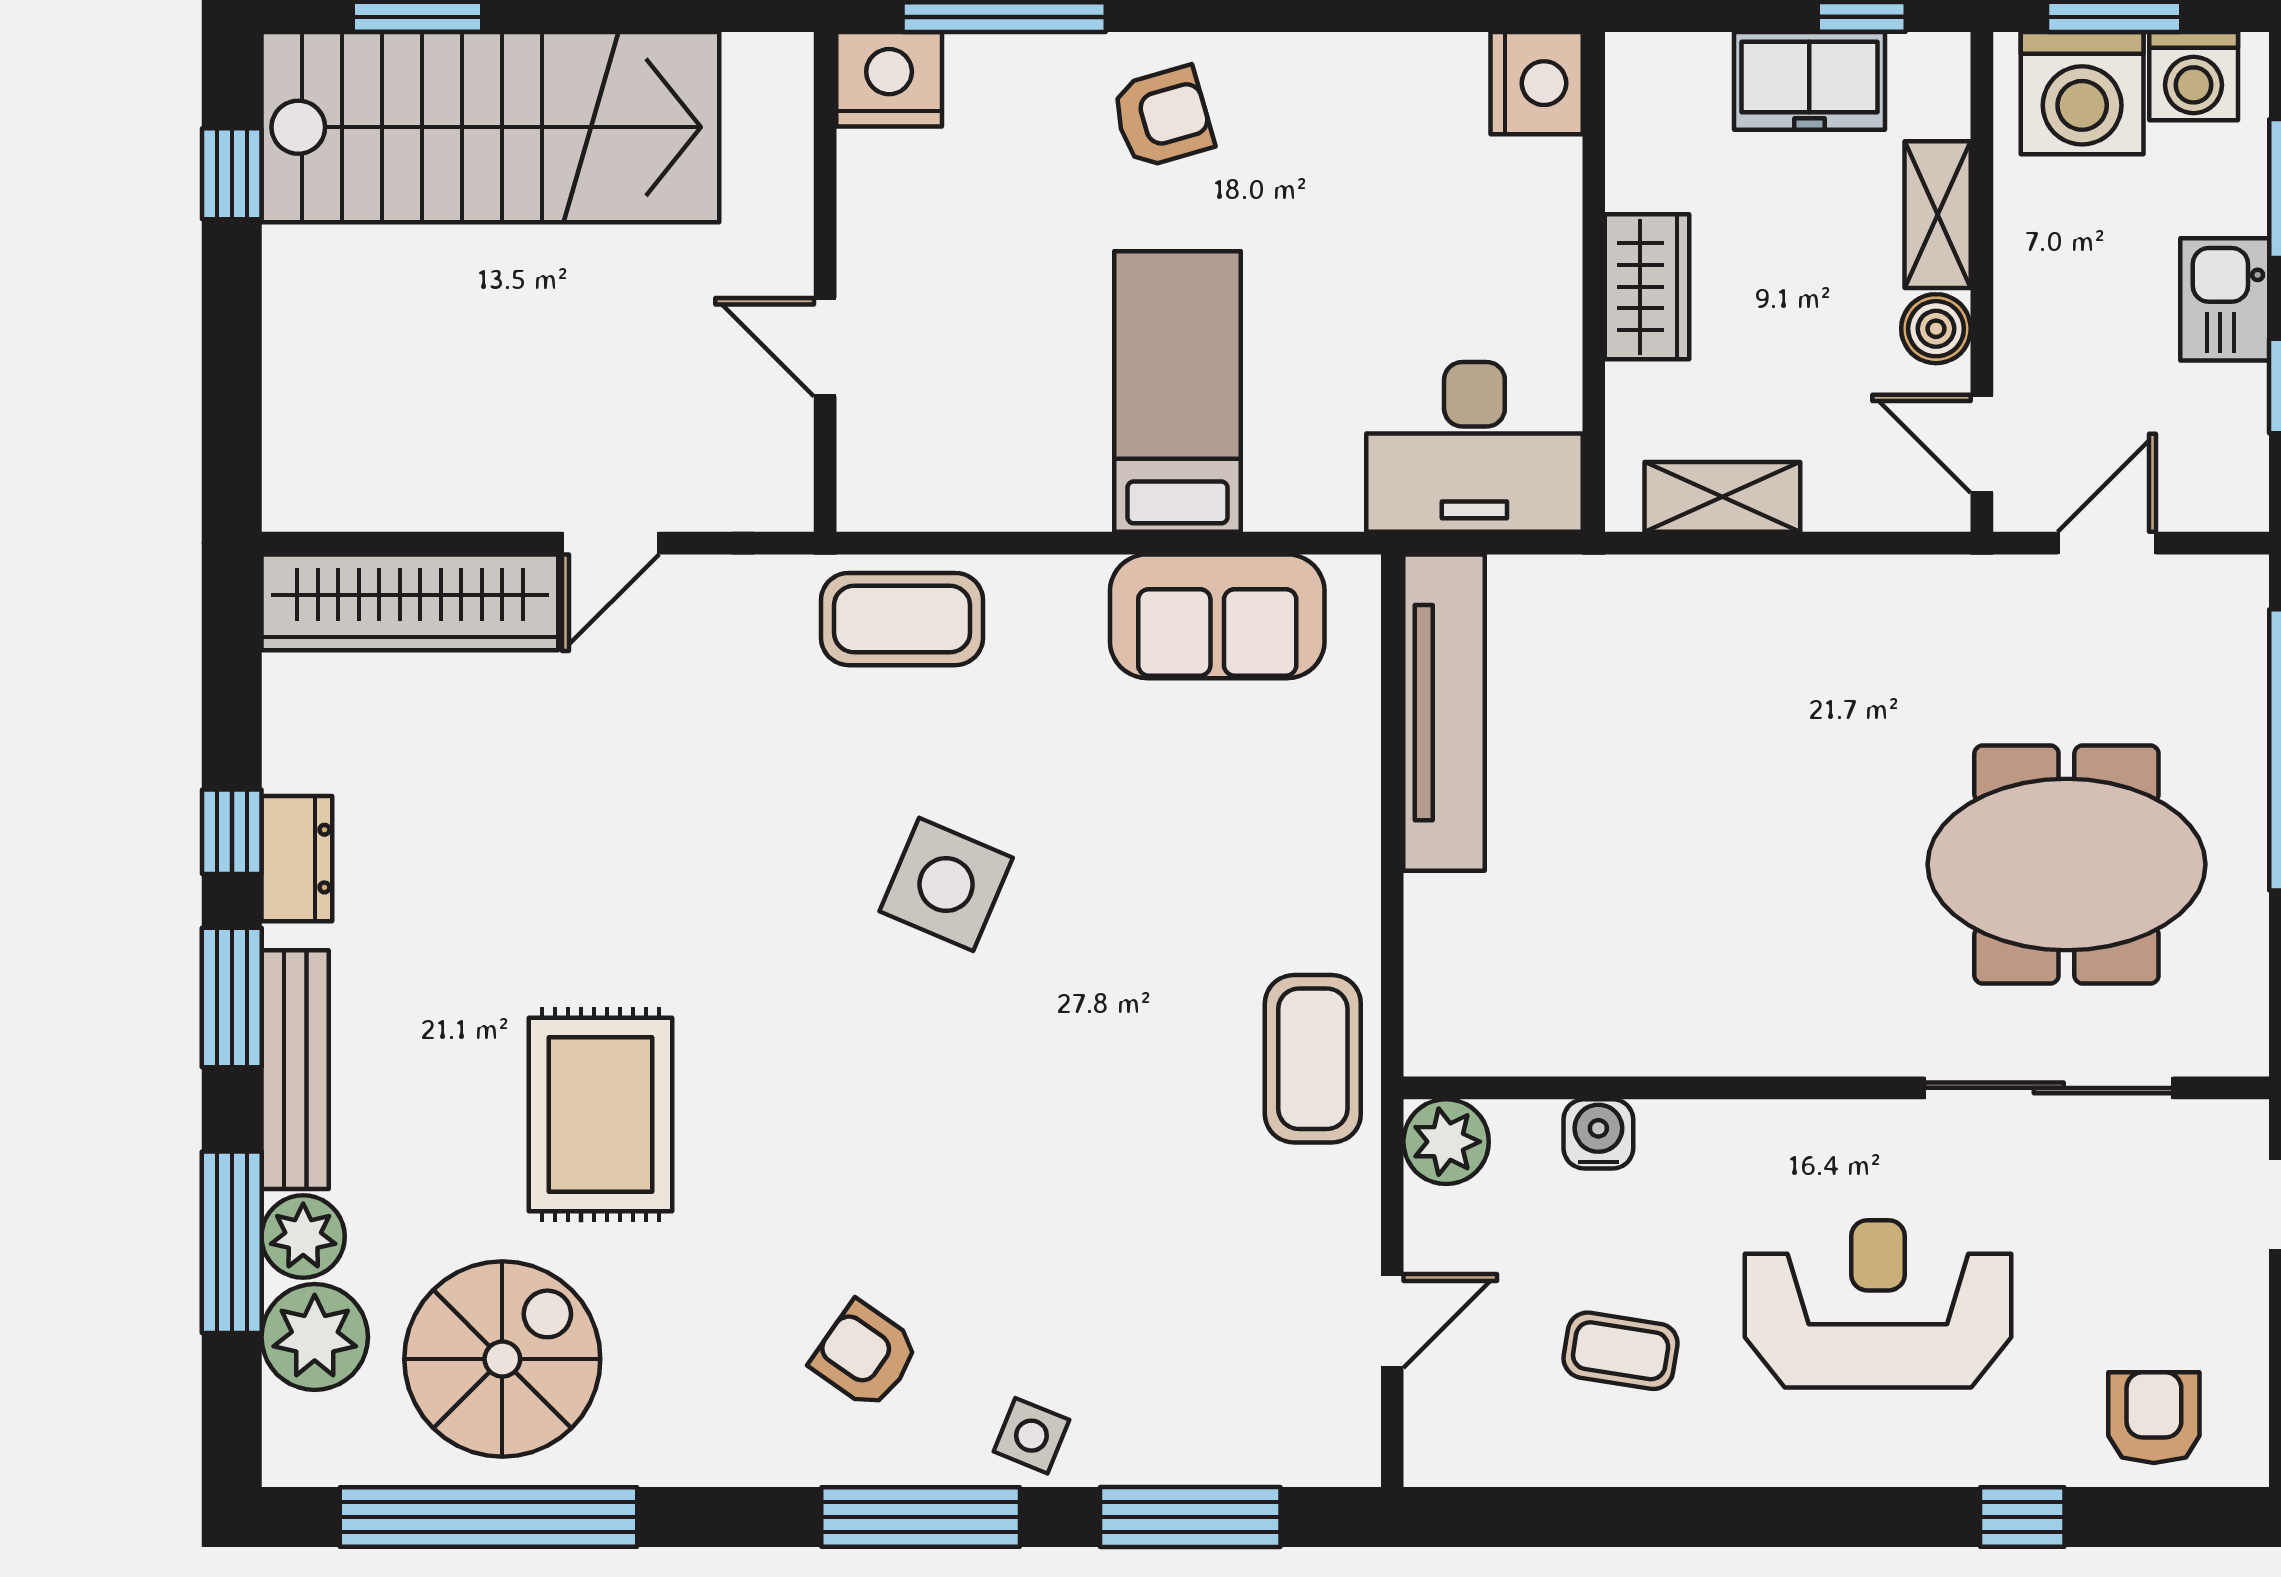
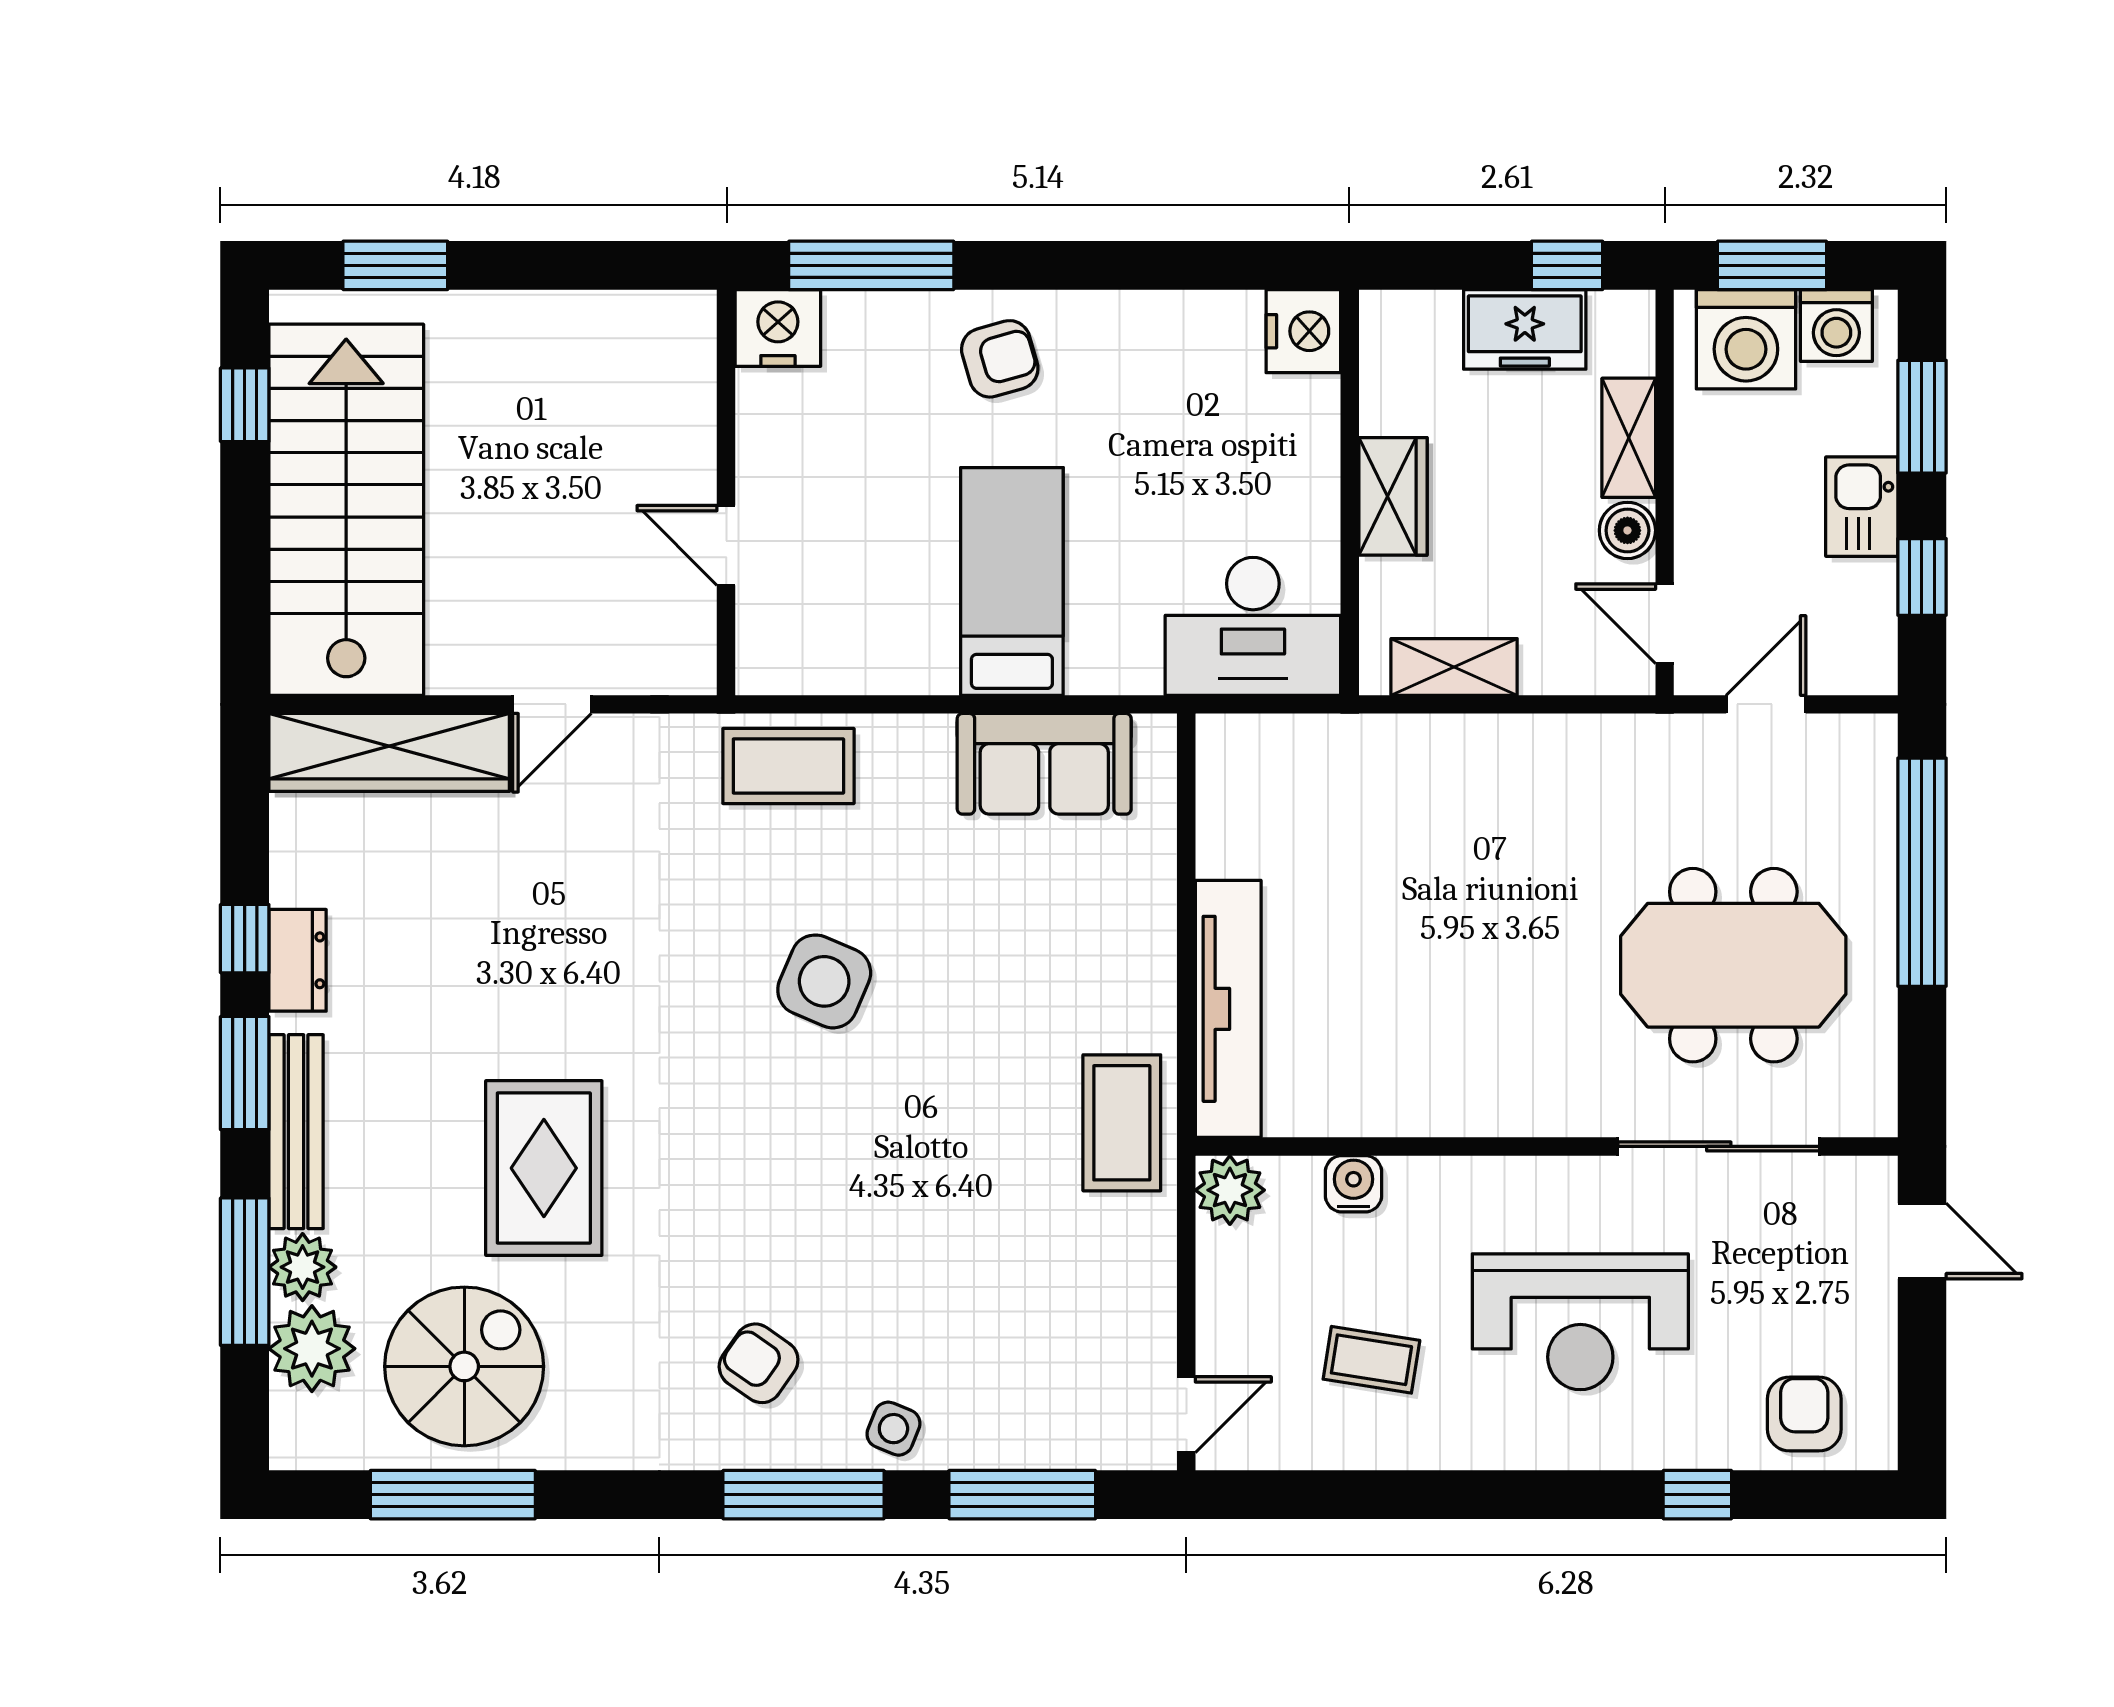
stairs: (490, 127) -> (346, 510), moved, turned -90
tv unit: (1444, 713) -> (1228, 1009), moved
reception desk: (1878, 1304) -> (1580, 1322), turned 180
door: (1392, 1321) -> (1186, 1415), moved
window: (488, 1517) -> (453, 1495), width x0.68

